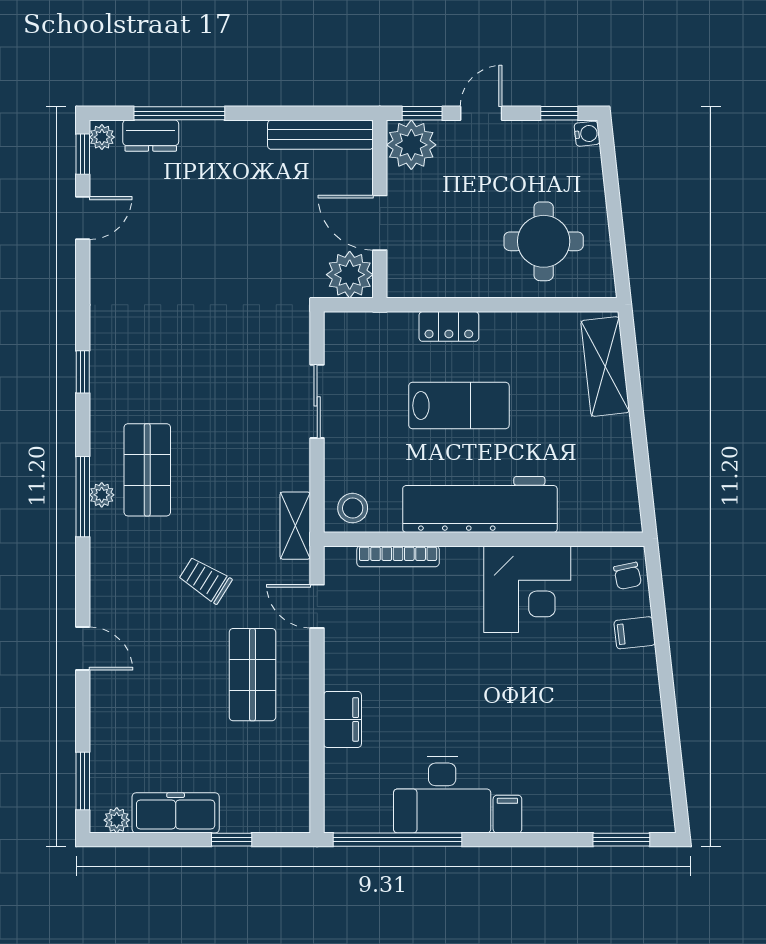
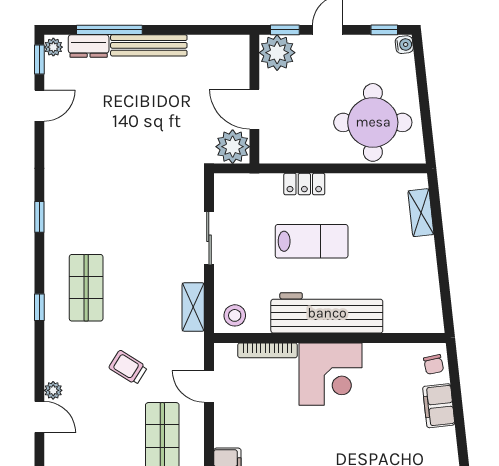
bench: (320, 135) -> (149, 45), moved
round table: (544, 241) -> (373, 122), width x1.36, depth x1.36
shelving: (605, 366) -> (421, 213), width x0.67, depth x0.75
plant: (102, 495) -> (53, 390), moved
window: (83, 497) -> (39, 307), width x0.46
shelving: (295, 526) -> (193, 307), moved
corner desk: (527, 589) -> (331, 374), moved
filing cabinet: (635, 633) -> (439, 406), width x2.00

